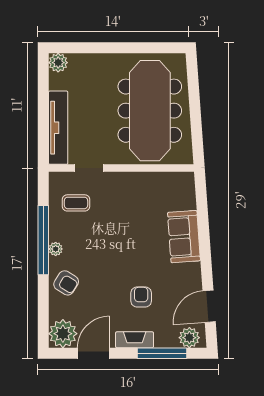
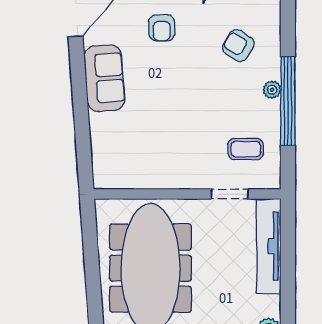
sofa: (184, 237) -> (105, 78), moved
armchair: (66, 283) -> (238, 46), moved

